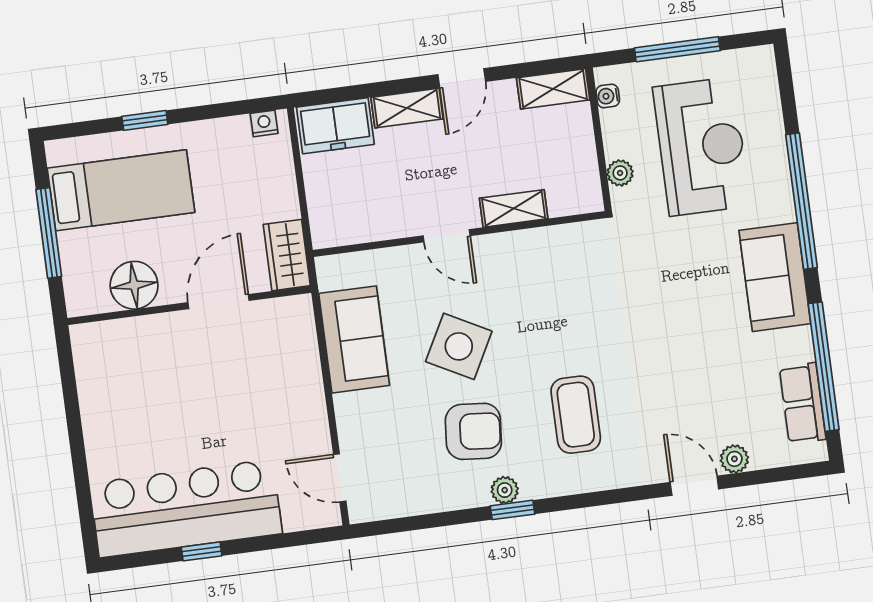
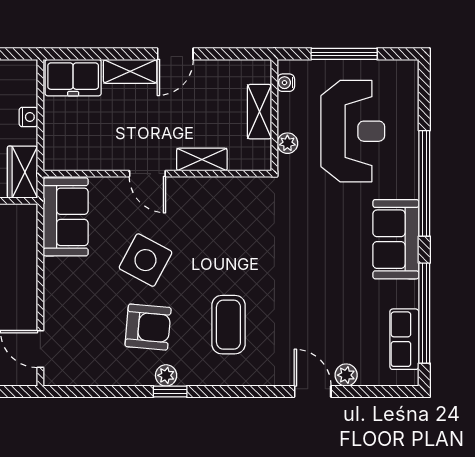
shelving: (553, 89) -> (260, 112), moved, turned 90
nightstand: (264, 123) -> (28, 117), moved, turned 90
sofa: (354, 339) -> (66, 217), moved

